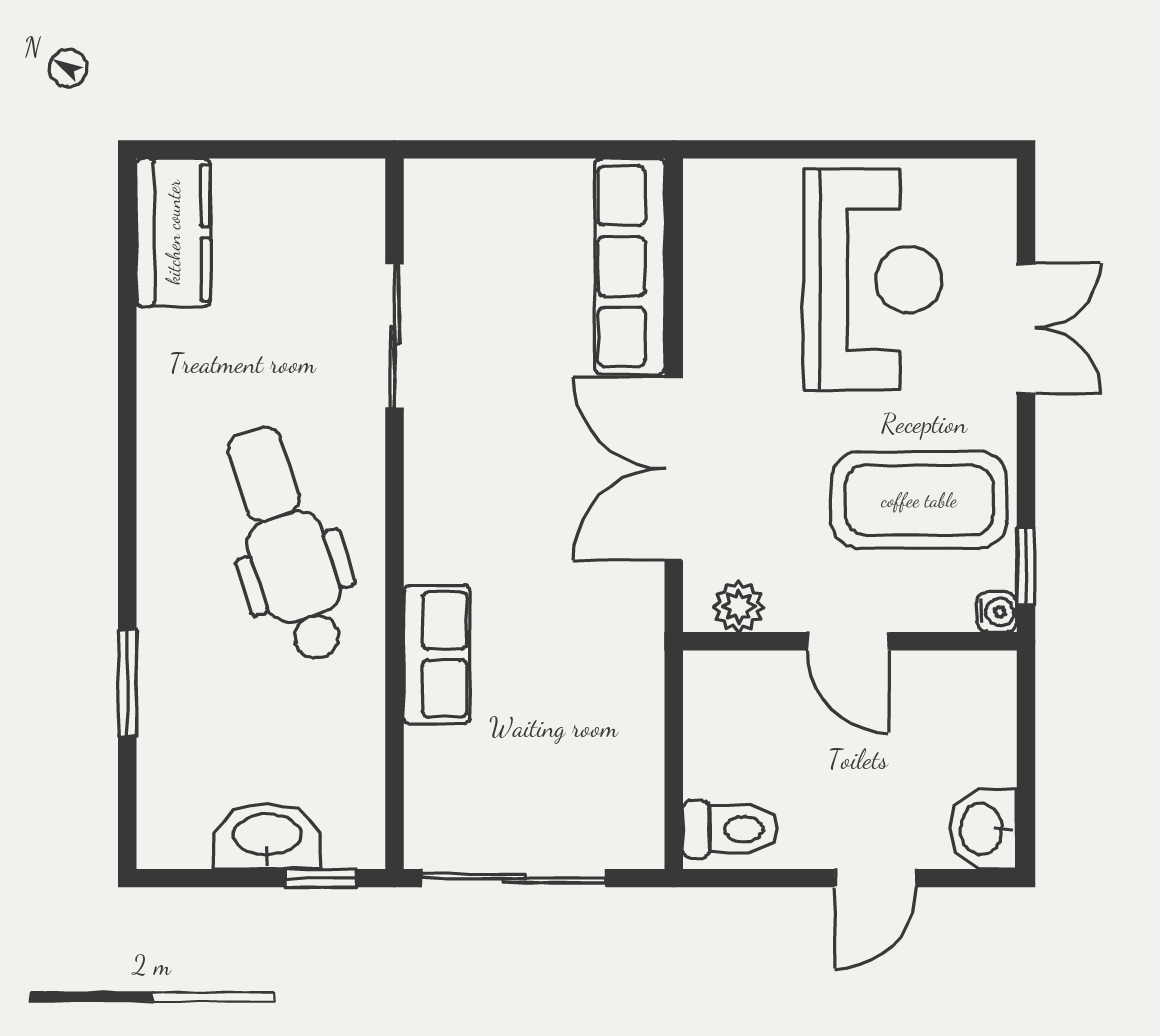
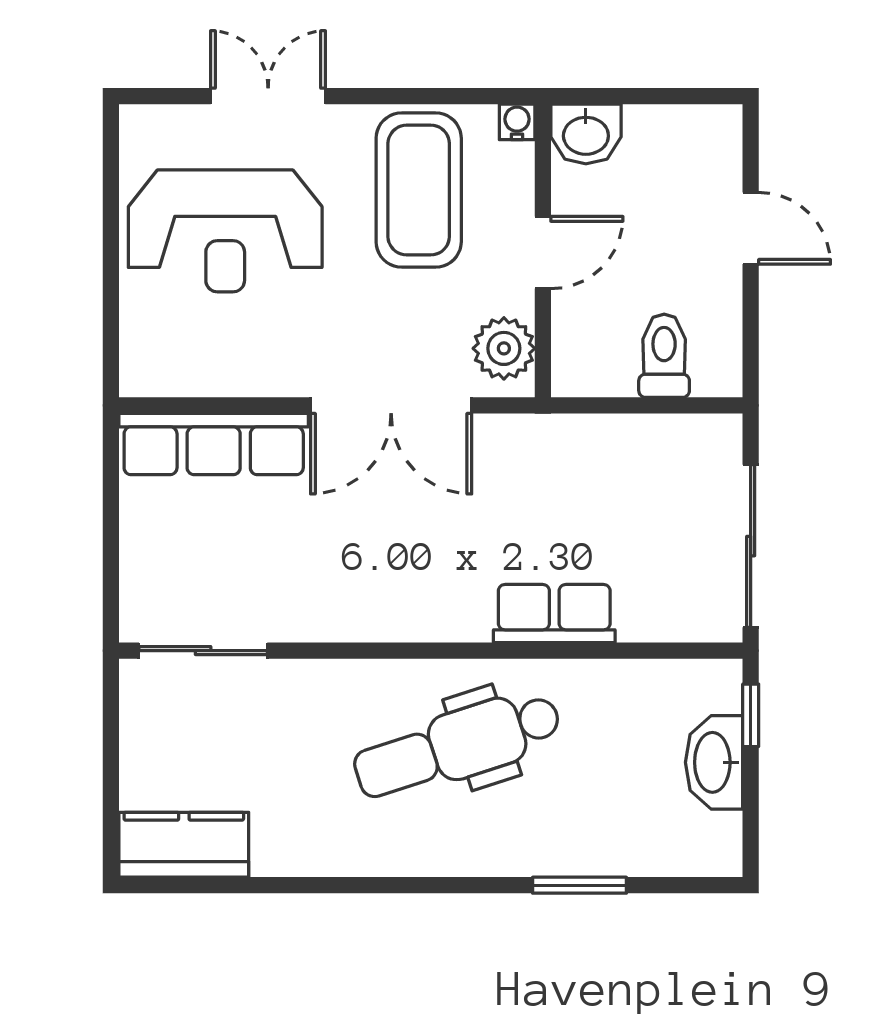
reception desk: (873, 279) -> (225, 231), turned 180
sliding door: (394, 335) -> (203, 651), moved
window: (1026, 566) -> (477, 96), removed
plant: (739, 607) -> (504, 348), width x1.38, depth x1.38
toilet: (730, 829) -> (664, 356), moved
washbasin: (983, 829) -> (586, 134), moved

